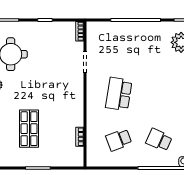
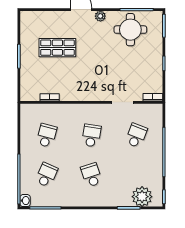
school desk: (119, 48) -> (136, 135), added
school desk: (119, 94) -> (91, 135), width x0.54
school desk: (159, 94) -> (91, 175), added
school desk: (119, 140) -> (47, 135), turned 36

